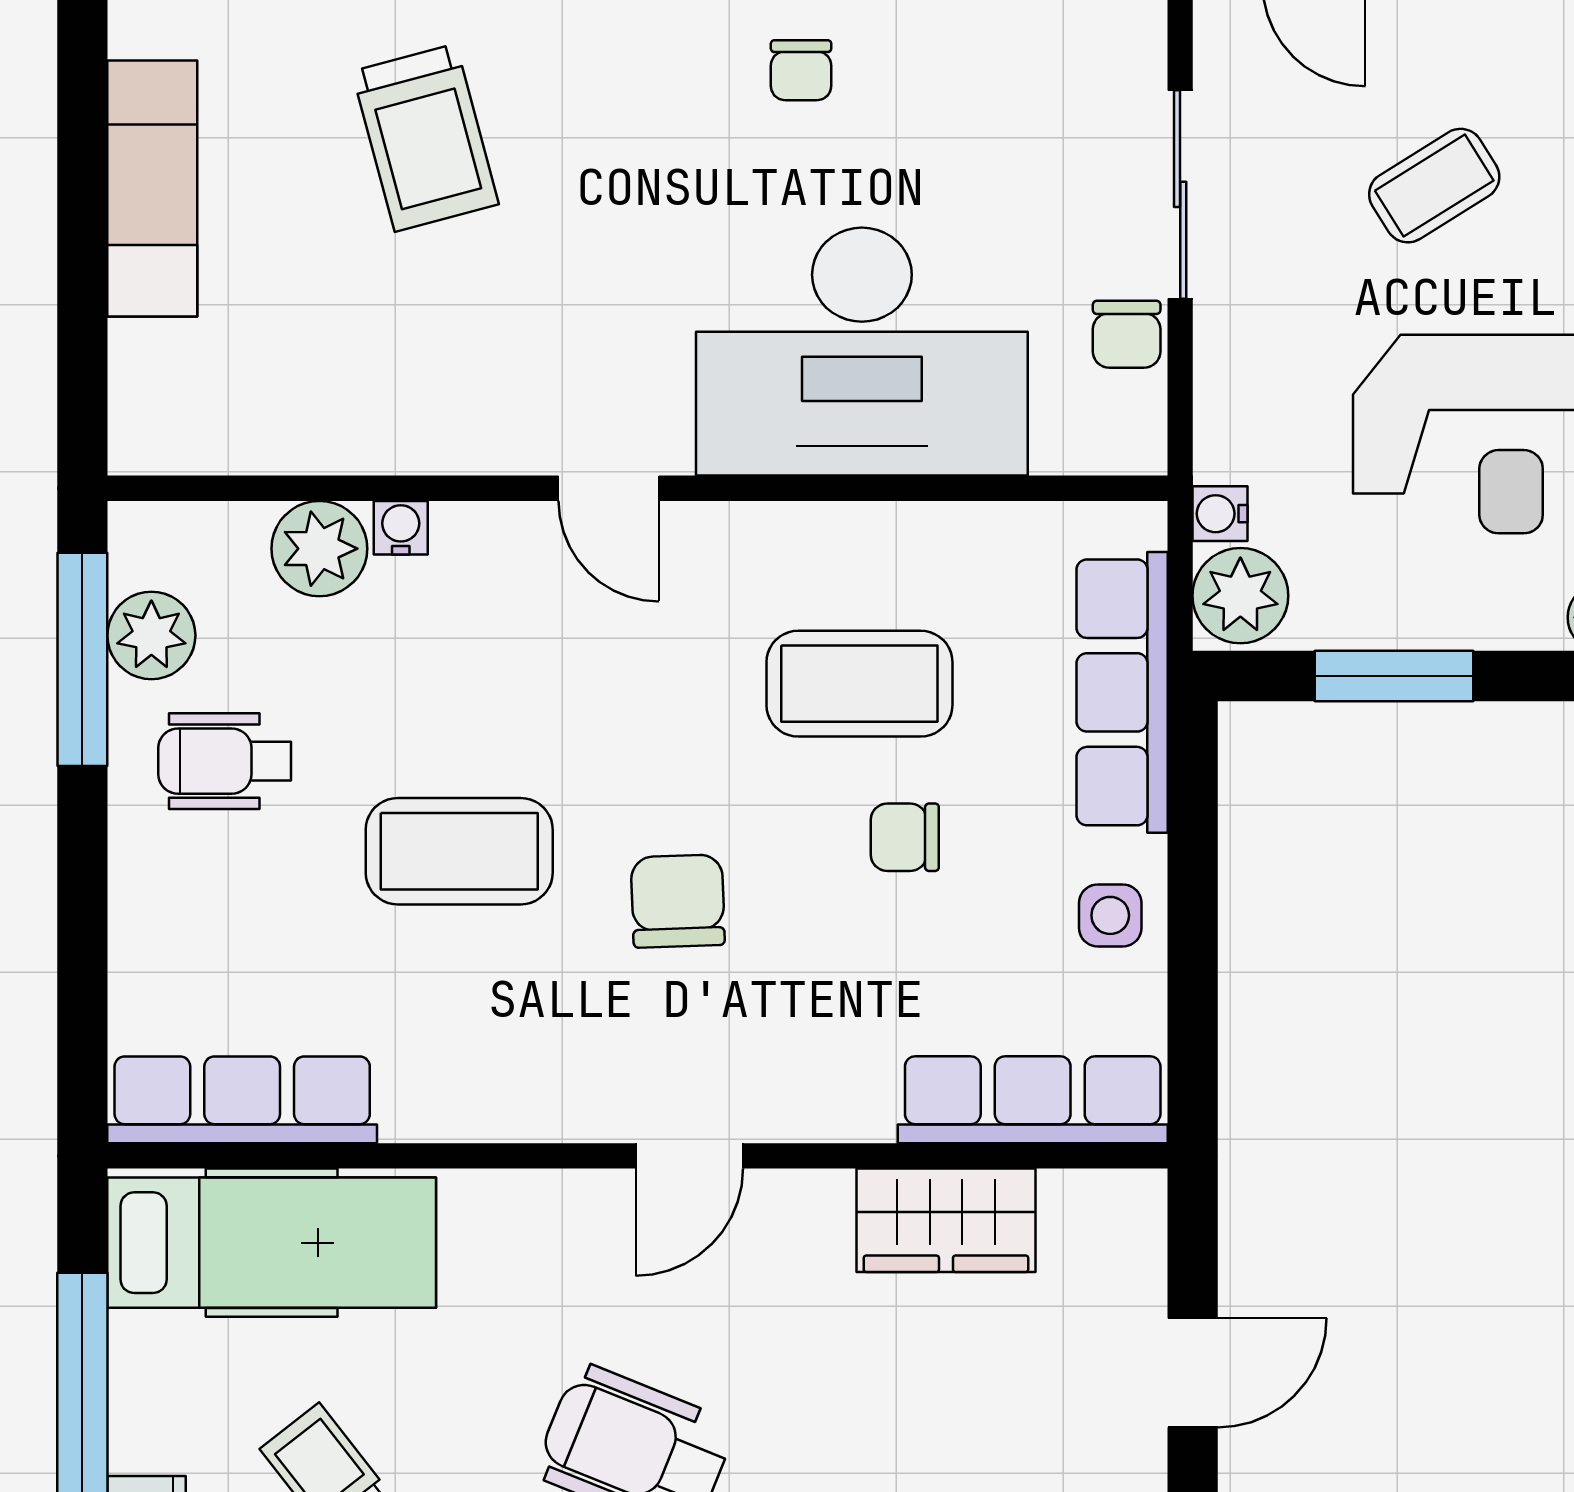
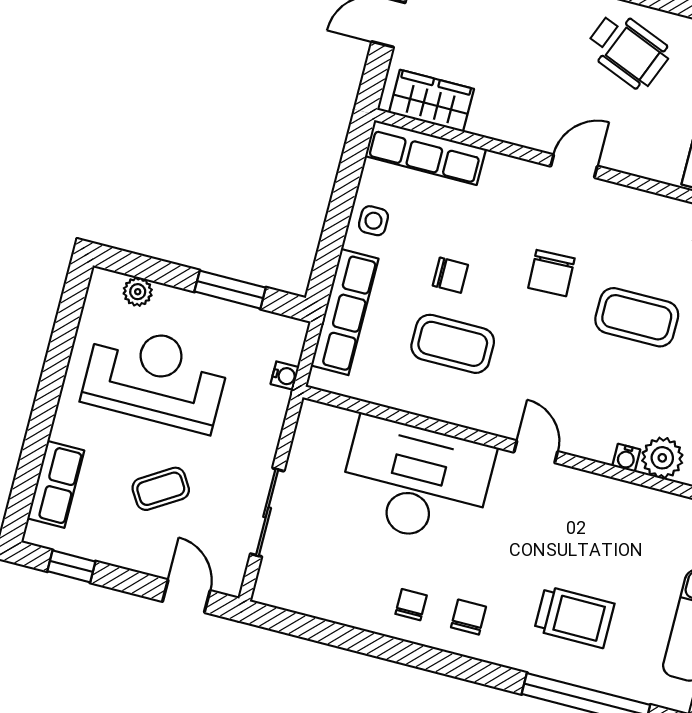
trolley: (425, 138) -> (574, 617), turned 105
chair: (1127, 334) -> (469, 617), moved
plant: (1240, 596) -> (285, 339), removed
wardrobe: (946, 1220) -> (431, 101), moved

